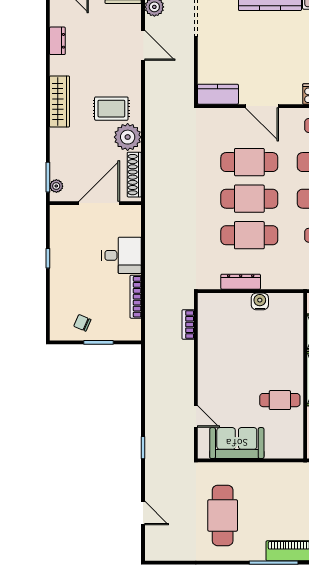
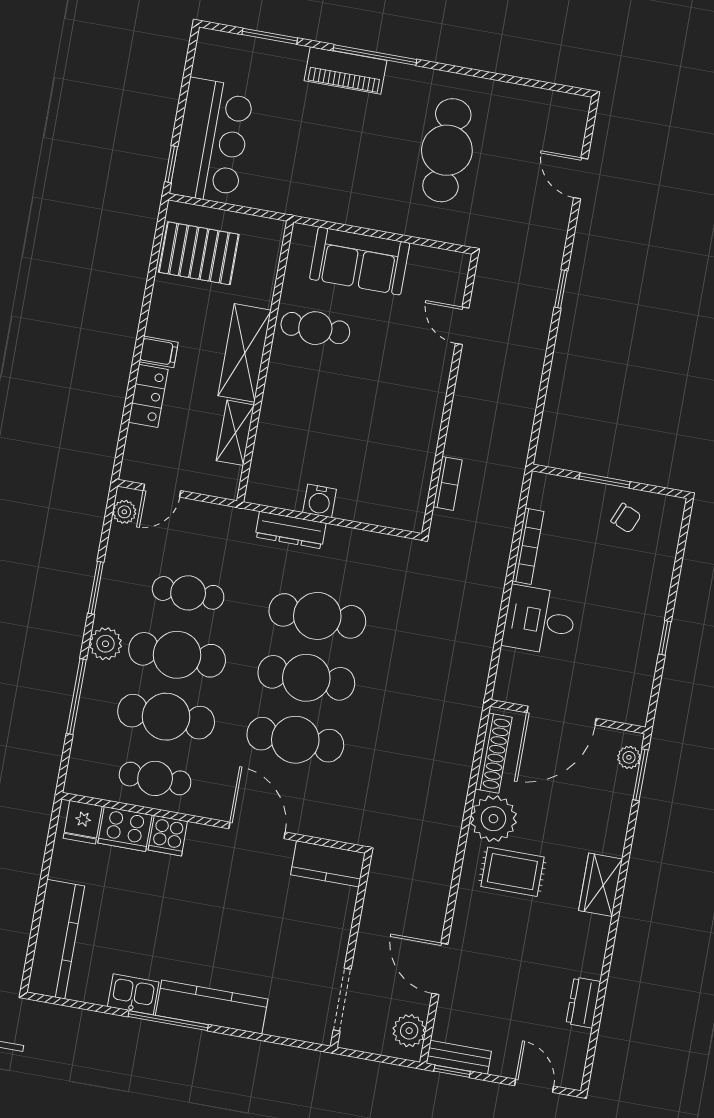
wardrobe: (60, 101) -> (601, 885), width x0.67
dresser: (241, 282) -> (291, 530), moved
sofa: (237, 443) -> (360, 261), moved

